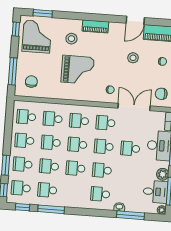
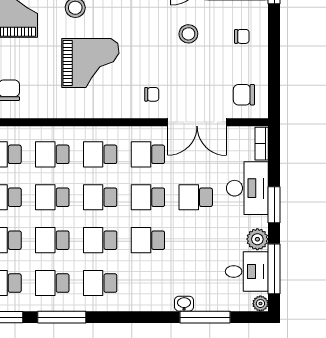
double door: (134, 107) -> (197, 122), swing flipped
school desk: (100, 194) -> (100, 283), moved

